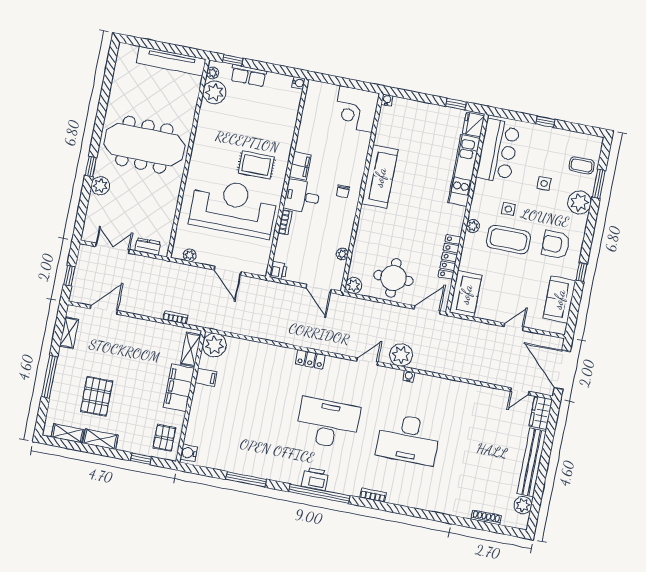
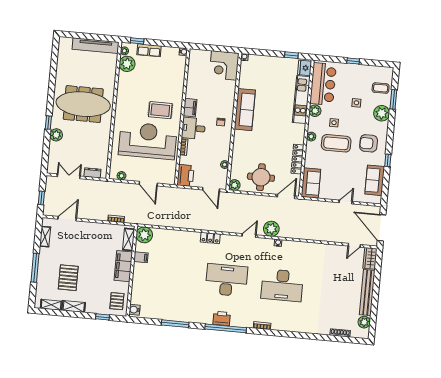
plant: (482, 189) -> (315, 111), added
printer: (278, 271) -> (185, 175), width x1.87, depth x1.48

